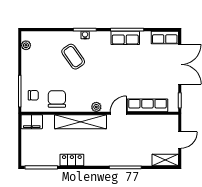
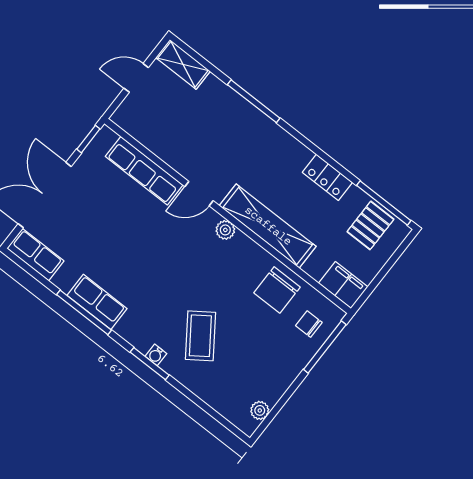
pallet: (40, 154) -> (370, 225), added

